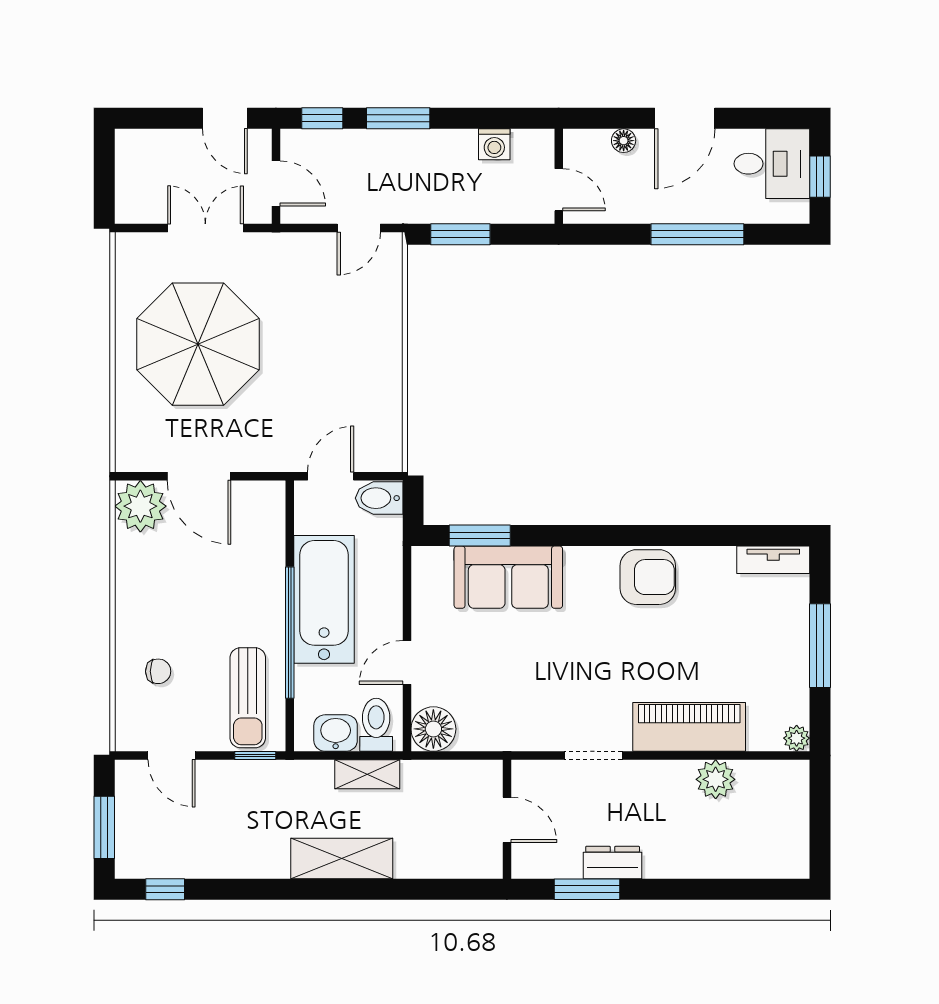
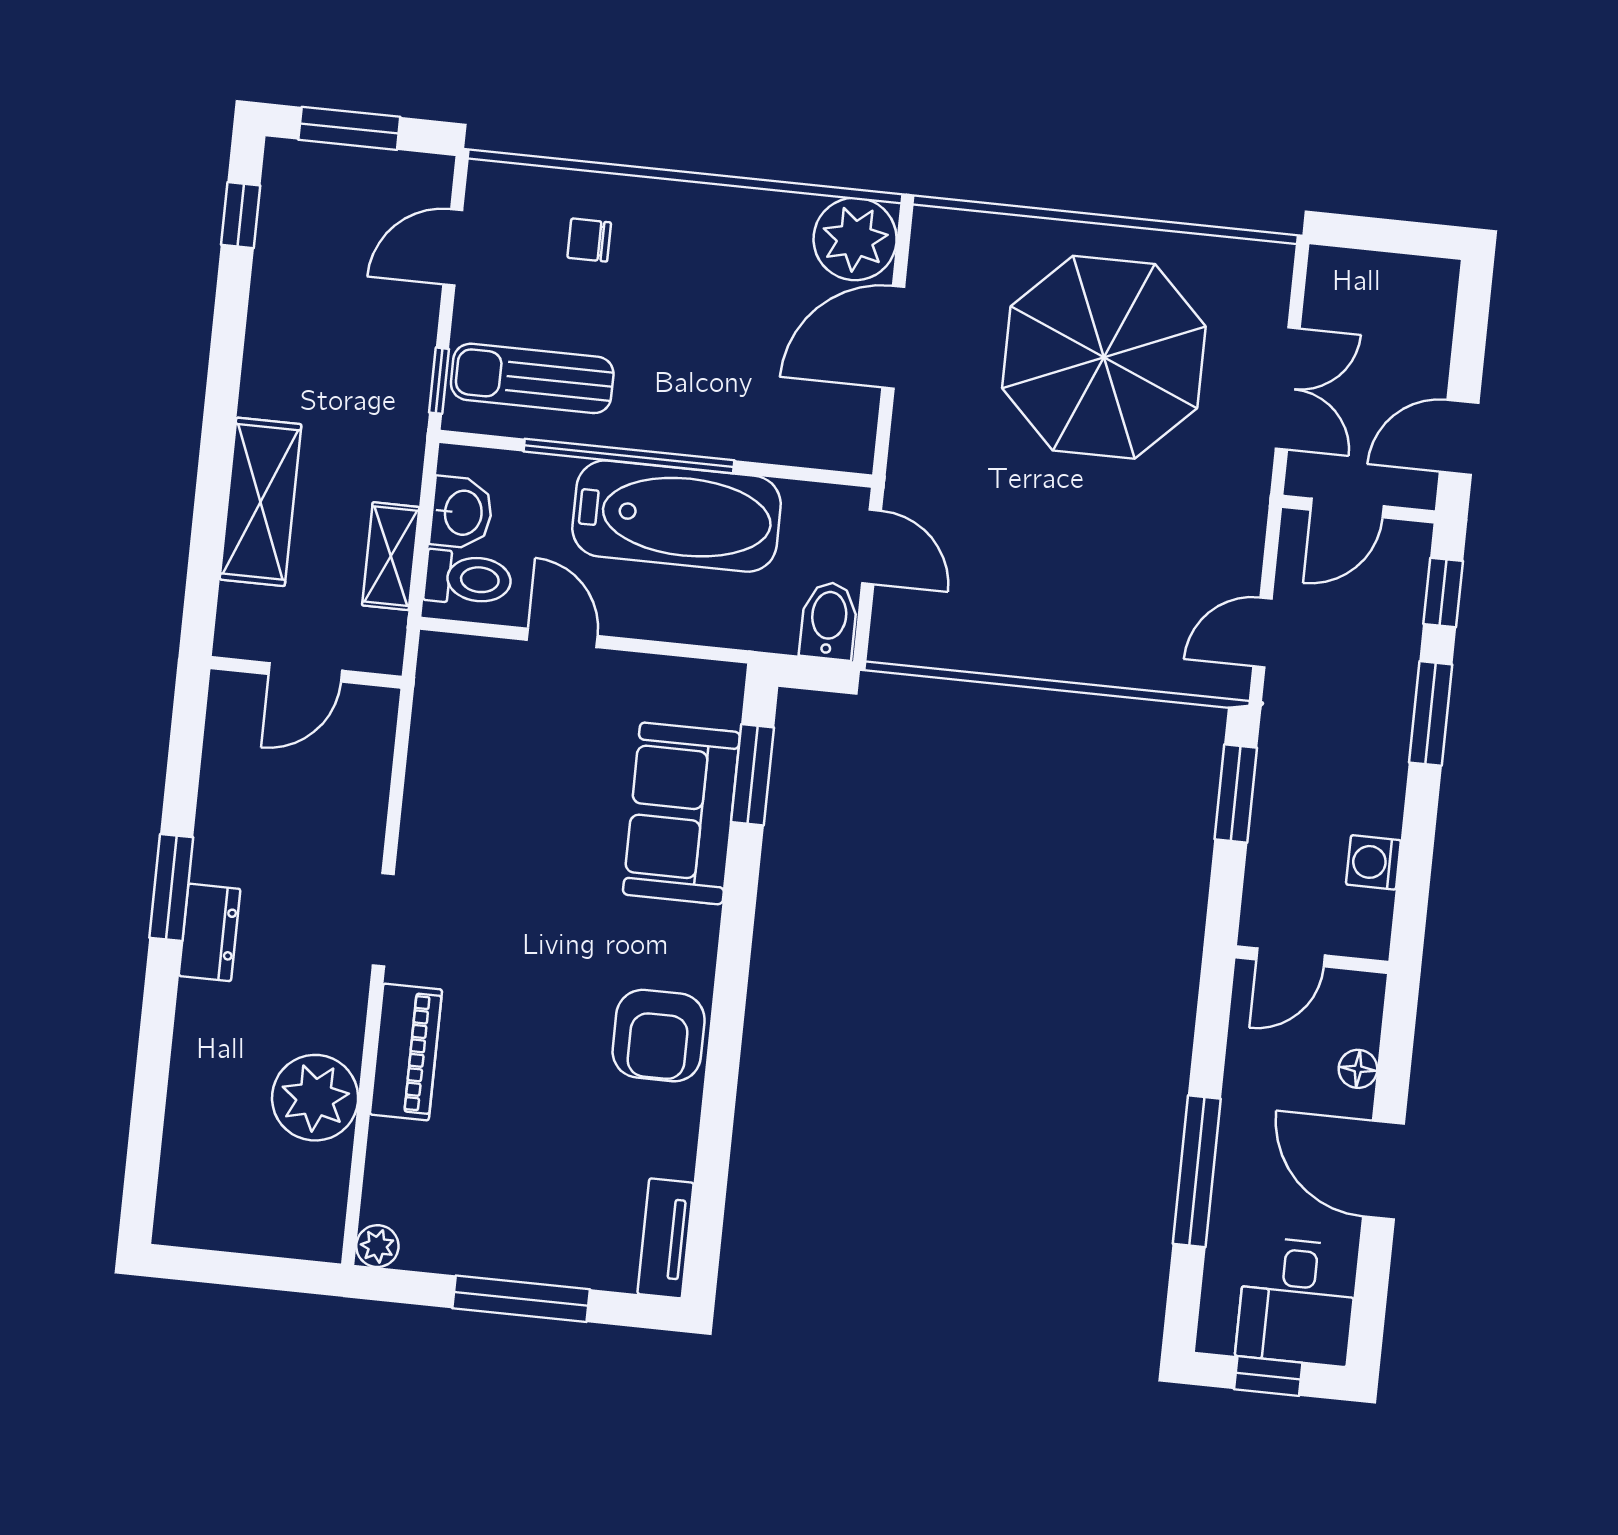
door: (359, 228) -> (1262, 633), hinge flipped
chair: (158, 671) -> (589, 240), turned 90
piano: (689, 727) -> (406, 1052), width x0.73, depth x0.75
floor lamp: (433, 729) -> (452, 669), removed
plant: (716, 779) -> (315, 1098), width x1.36, depth x1.36
wall: (507, 819) -> (306, 672), moved
door: (507, 820) -> (305, 672), moved

